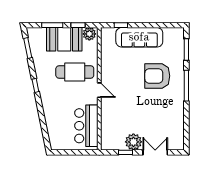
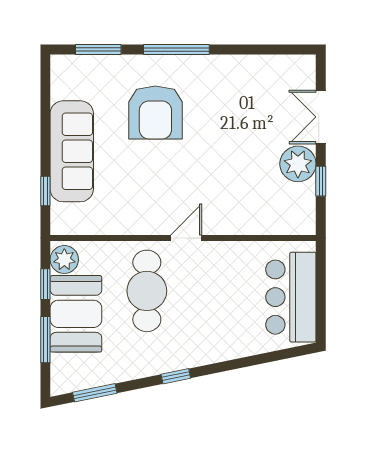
bar counter: (86, 126) -> (291, 297), moved, turned 90

